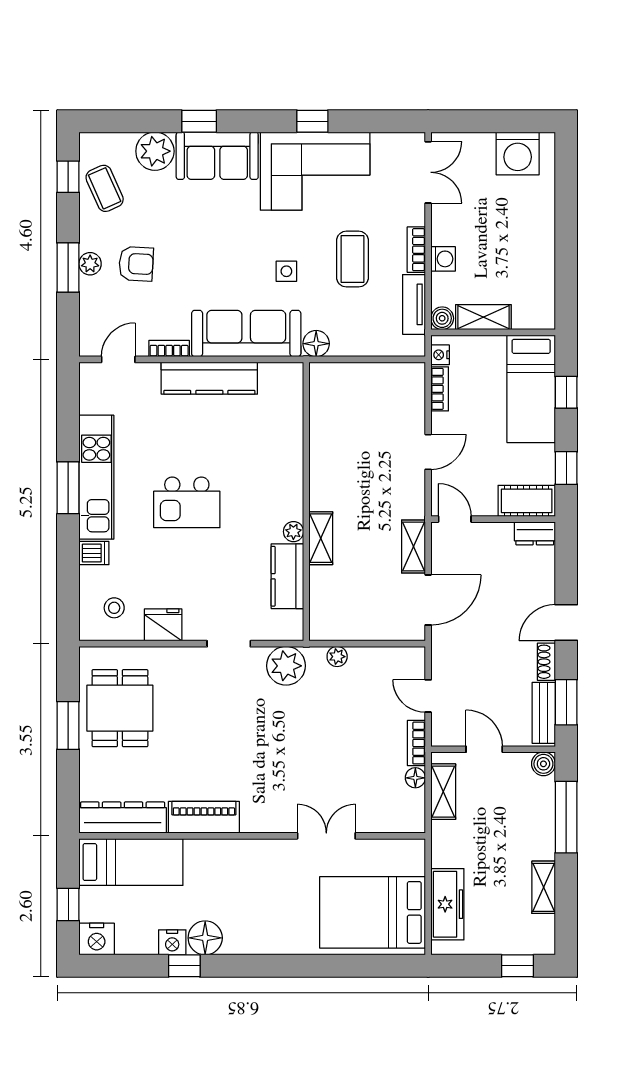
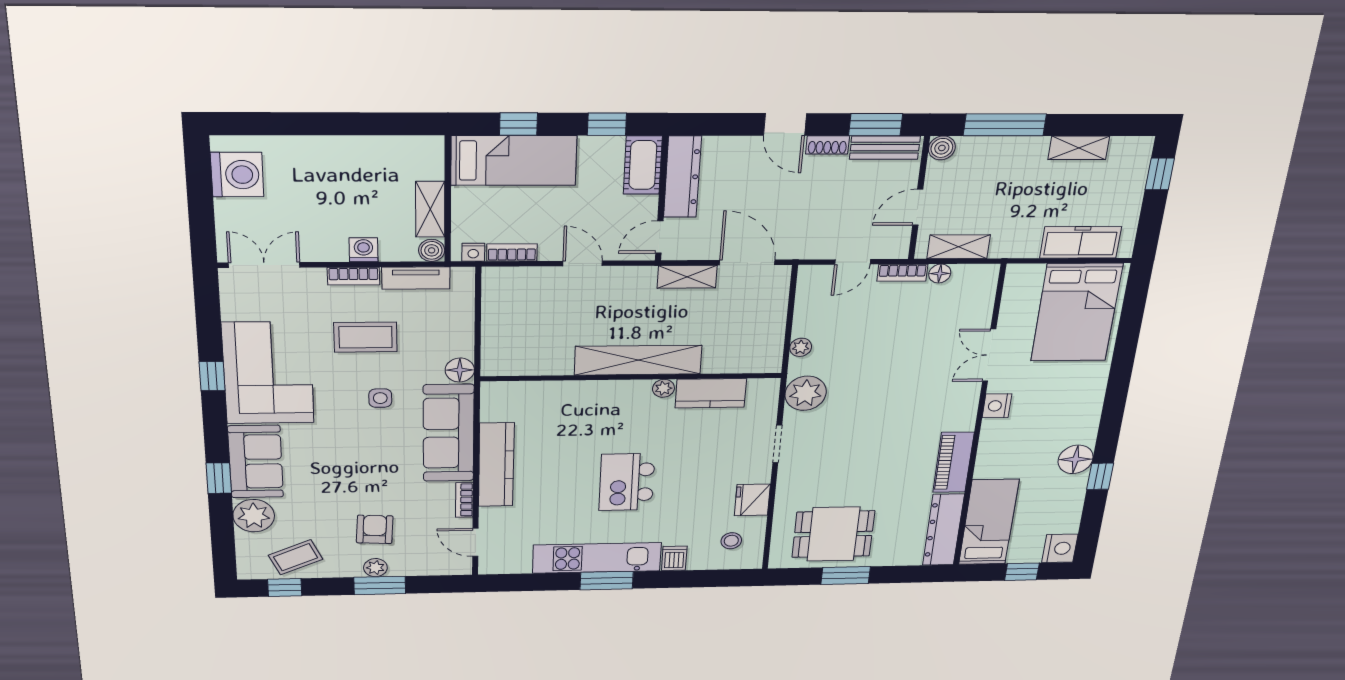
kitchen island: (187, 502) -> (627, 482), turned 180
dresser: (535, 533) -> (682, 177), width x1.96, depth x1.24
shelving: (321, 538) -> (638, 360), width x2.20, depth x1.33
nightstand: (172, 942) -> (997, 406), moved, turned 180

